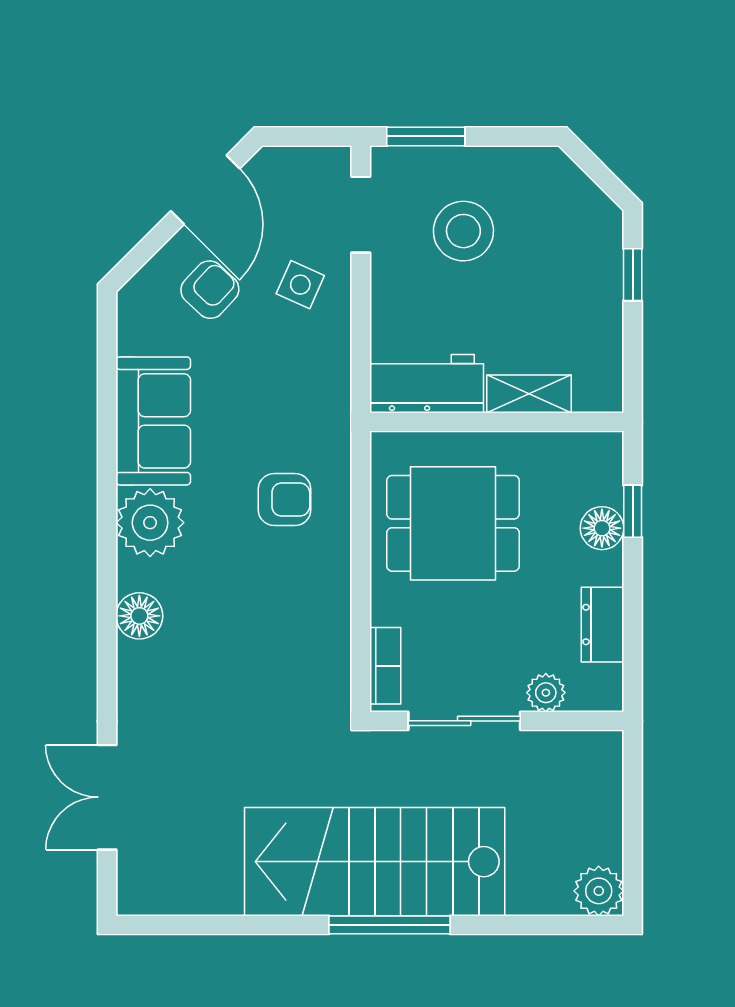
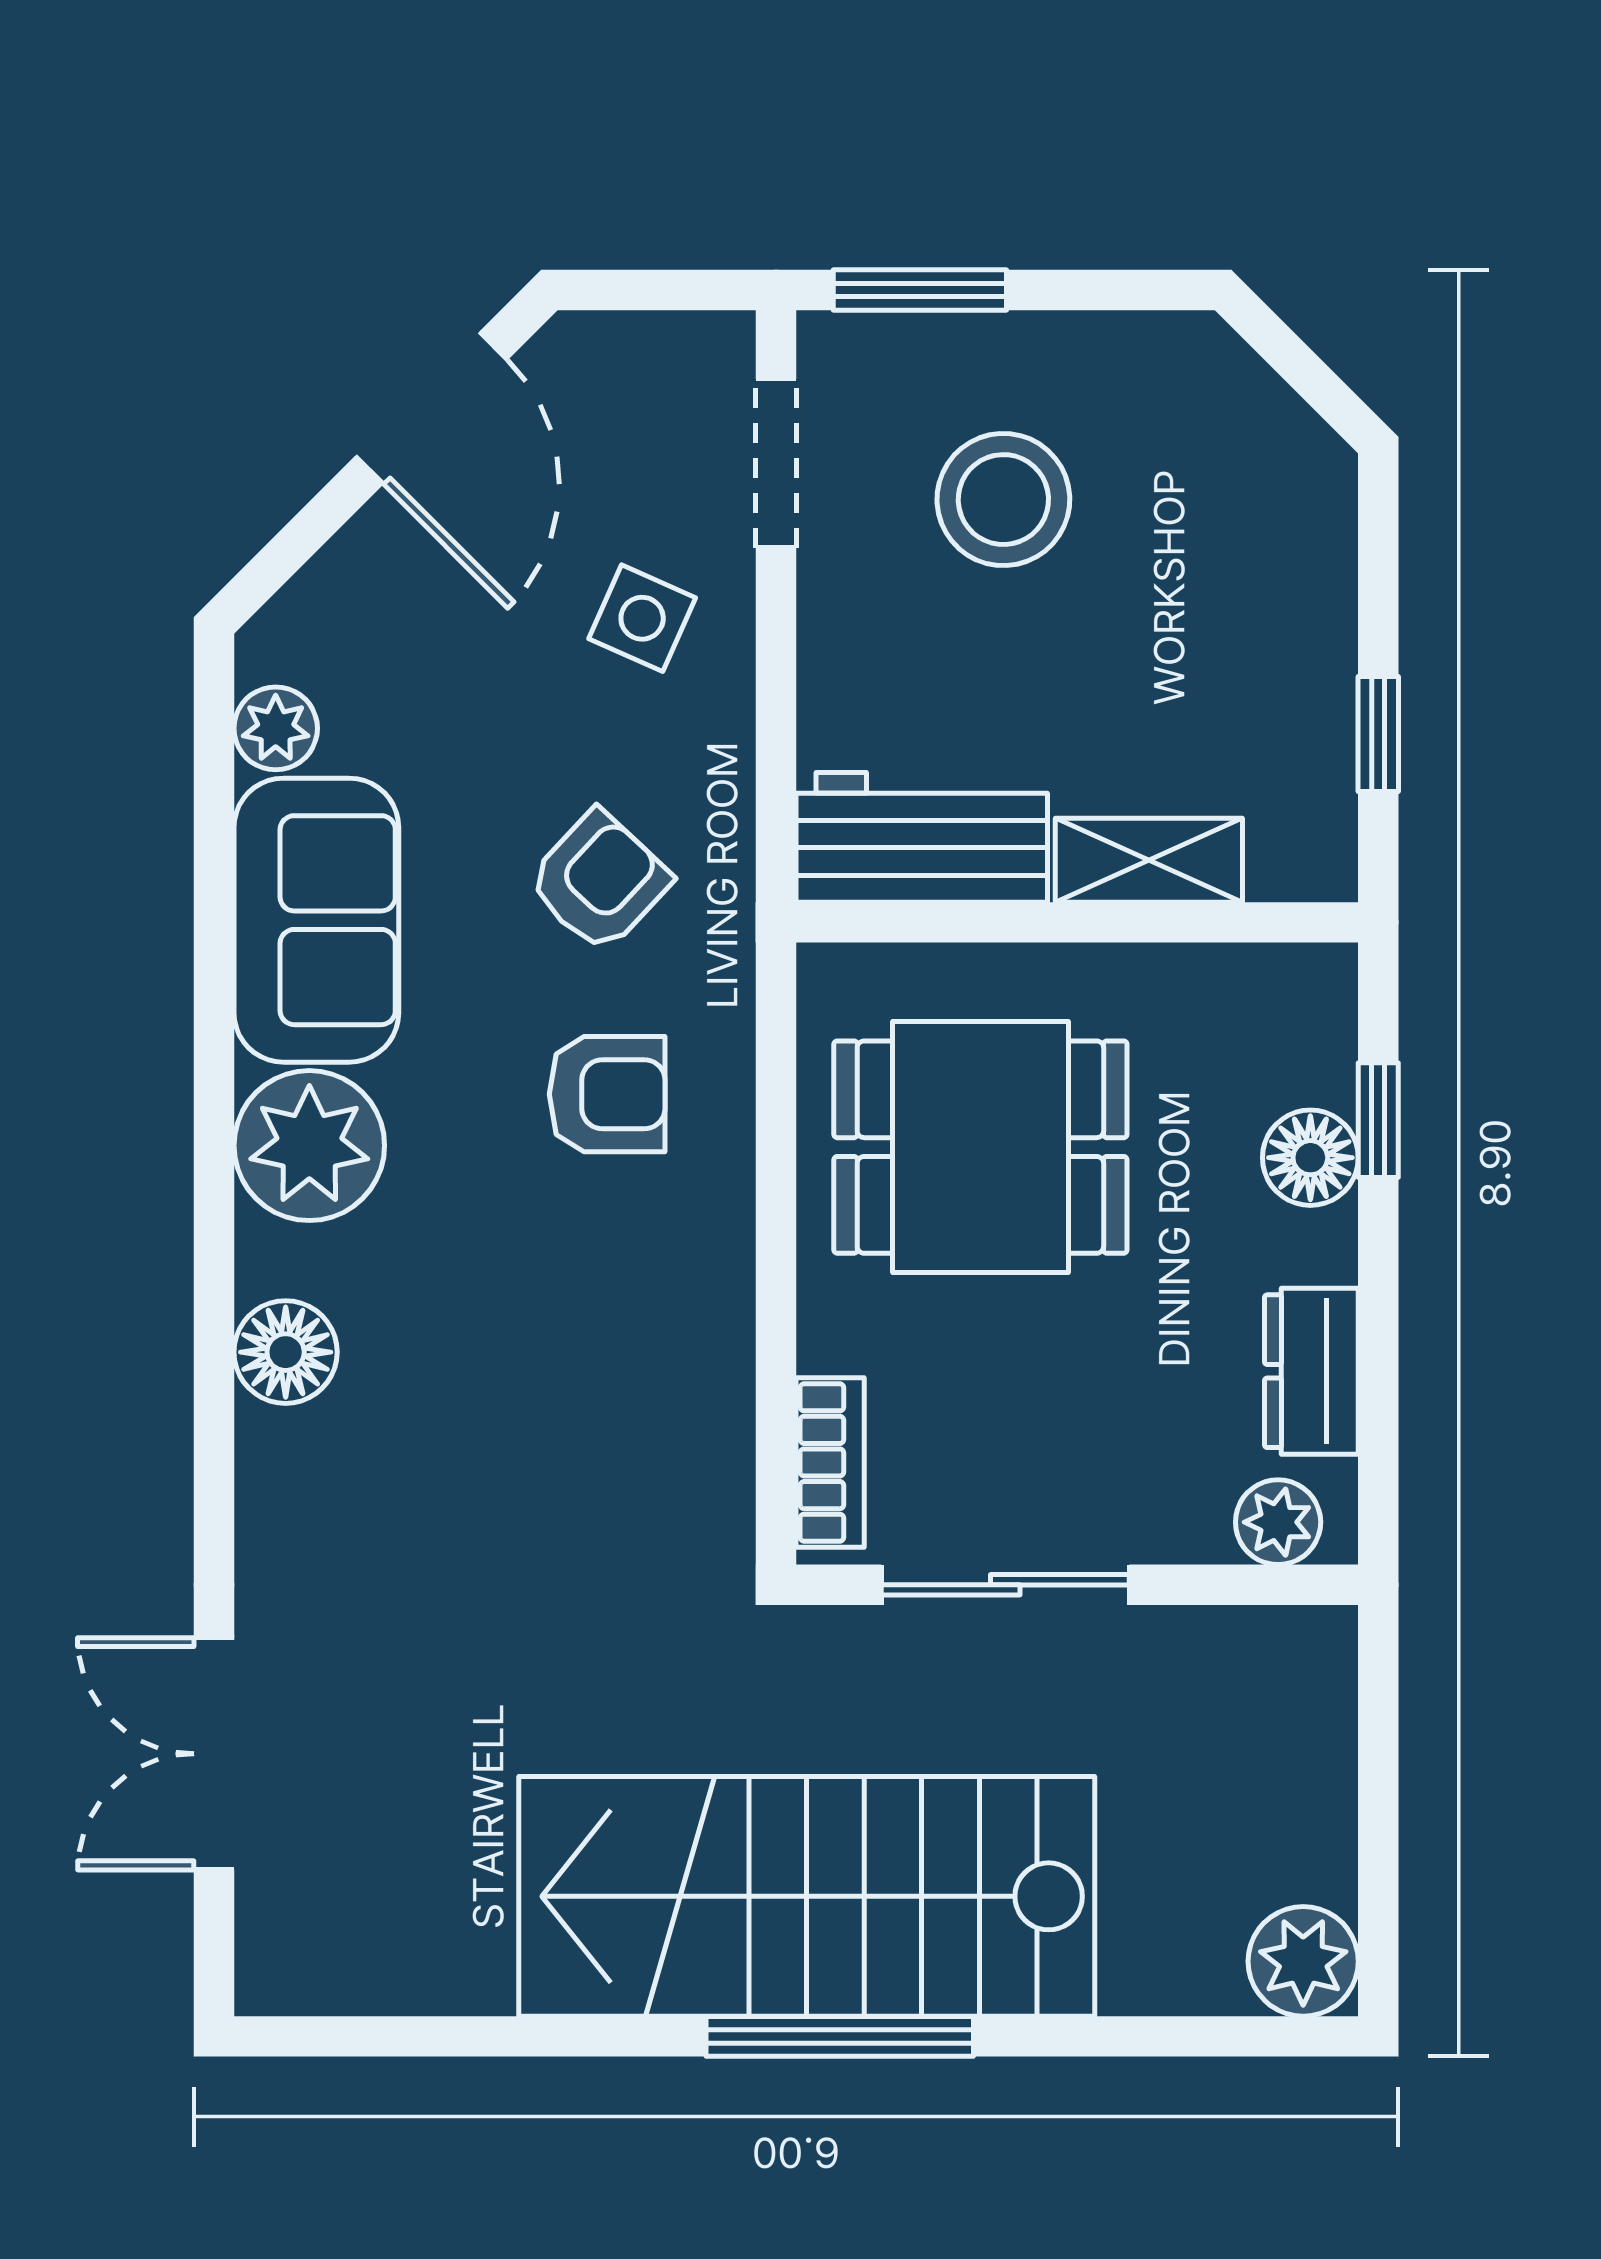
window: (633, 275) -> (1378, 734), moved
armchair: (210, 290) -> (599, 881), moved
plant: (135, 334) -> (276, 728), added
plant: (546, 693) -> (1278, 1522), moved

